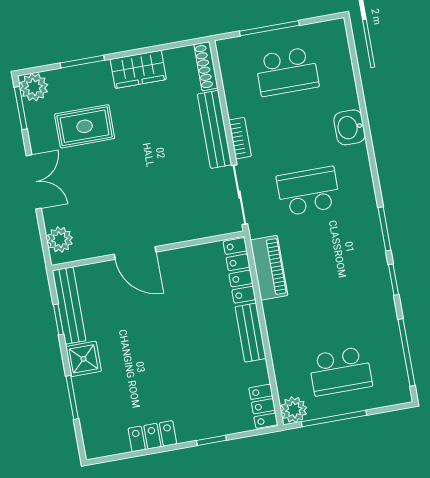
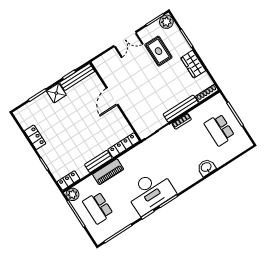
school desk: (308, 191) -> (171, 161), removed
plant: (60, 240) -> (104, 61), removed
desk: (352, 256) -> (150, 192), added
piano: (269, 268) -> (108, 172), moved

